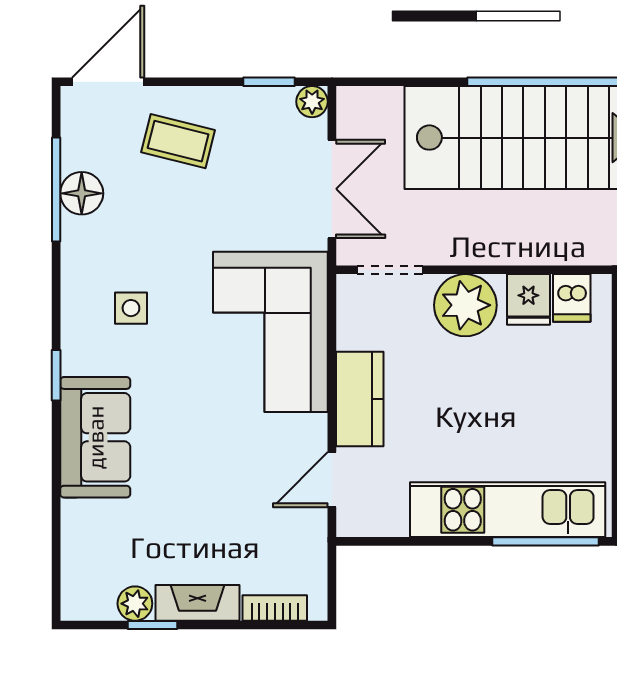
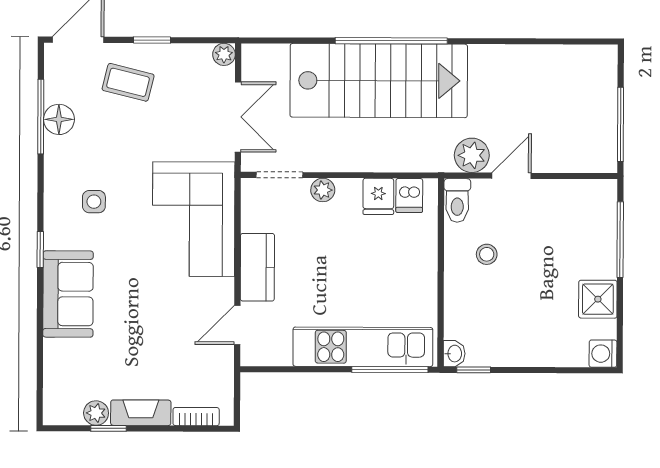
window: (269, 82) -> (152, 40), moved
plant: (465, 305) -> (323, 190), width x0.53, depth x0.53

